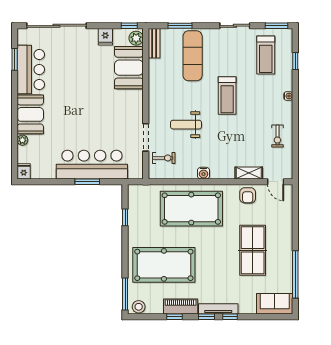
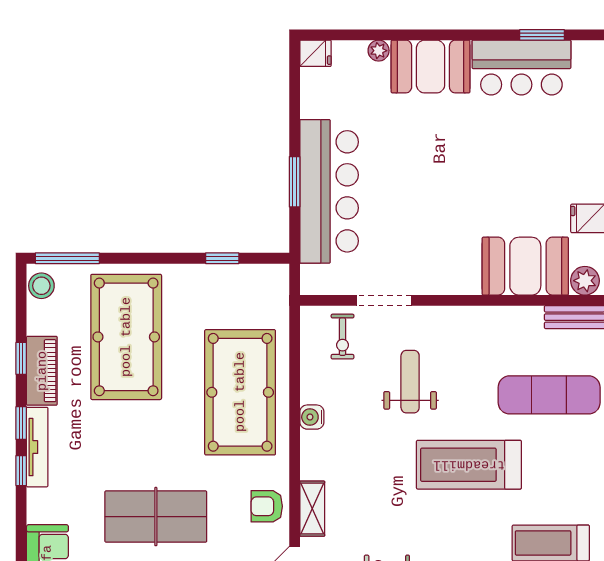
treadmill: (227, 96) -> (469, 465), width x1.37, depth x1.38

